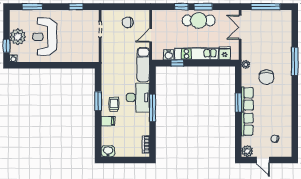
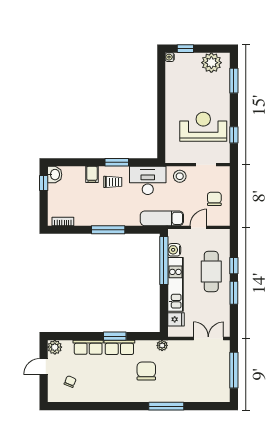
cafe table: (199, 20) -> (211, 271), moved
door: (151, 35) -> (198, 227), hinge flipped
plant: (18, 37) -> (211, 63), moved
reception desk: (45, 37) -> (203, 127), moved
stool: (109, 50) -> (180, 176), added
window: (177, 63) -> (164, 261), width x3.17
chair: (266, 77) -> (146, 371), turned 90
desk: (138, 97) -> (148, 180), moved, turned 180
window: (115, 160) -> (44, 183), added

